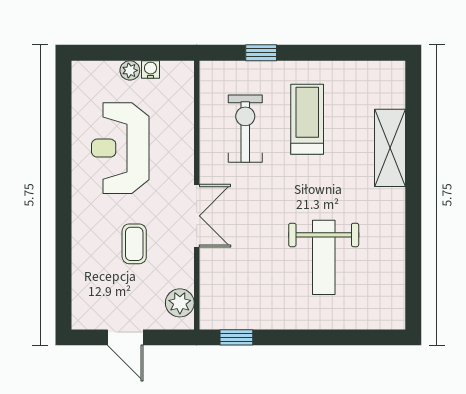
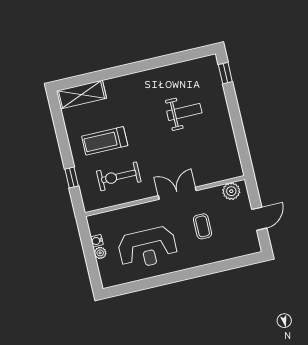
shelving: (390, 148) -> (81, 94), moved
coffee table: (134, 244) -> (203, 226), turned 90
weight bench: (324, 257) -> (184, 112), width x0.73, depth x0.75
window: (236, 337) -> (225, 73), moved

